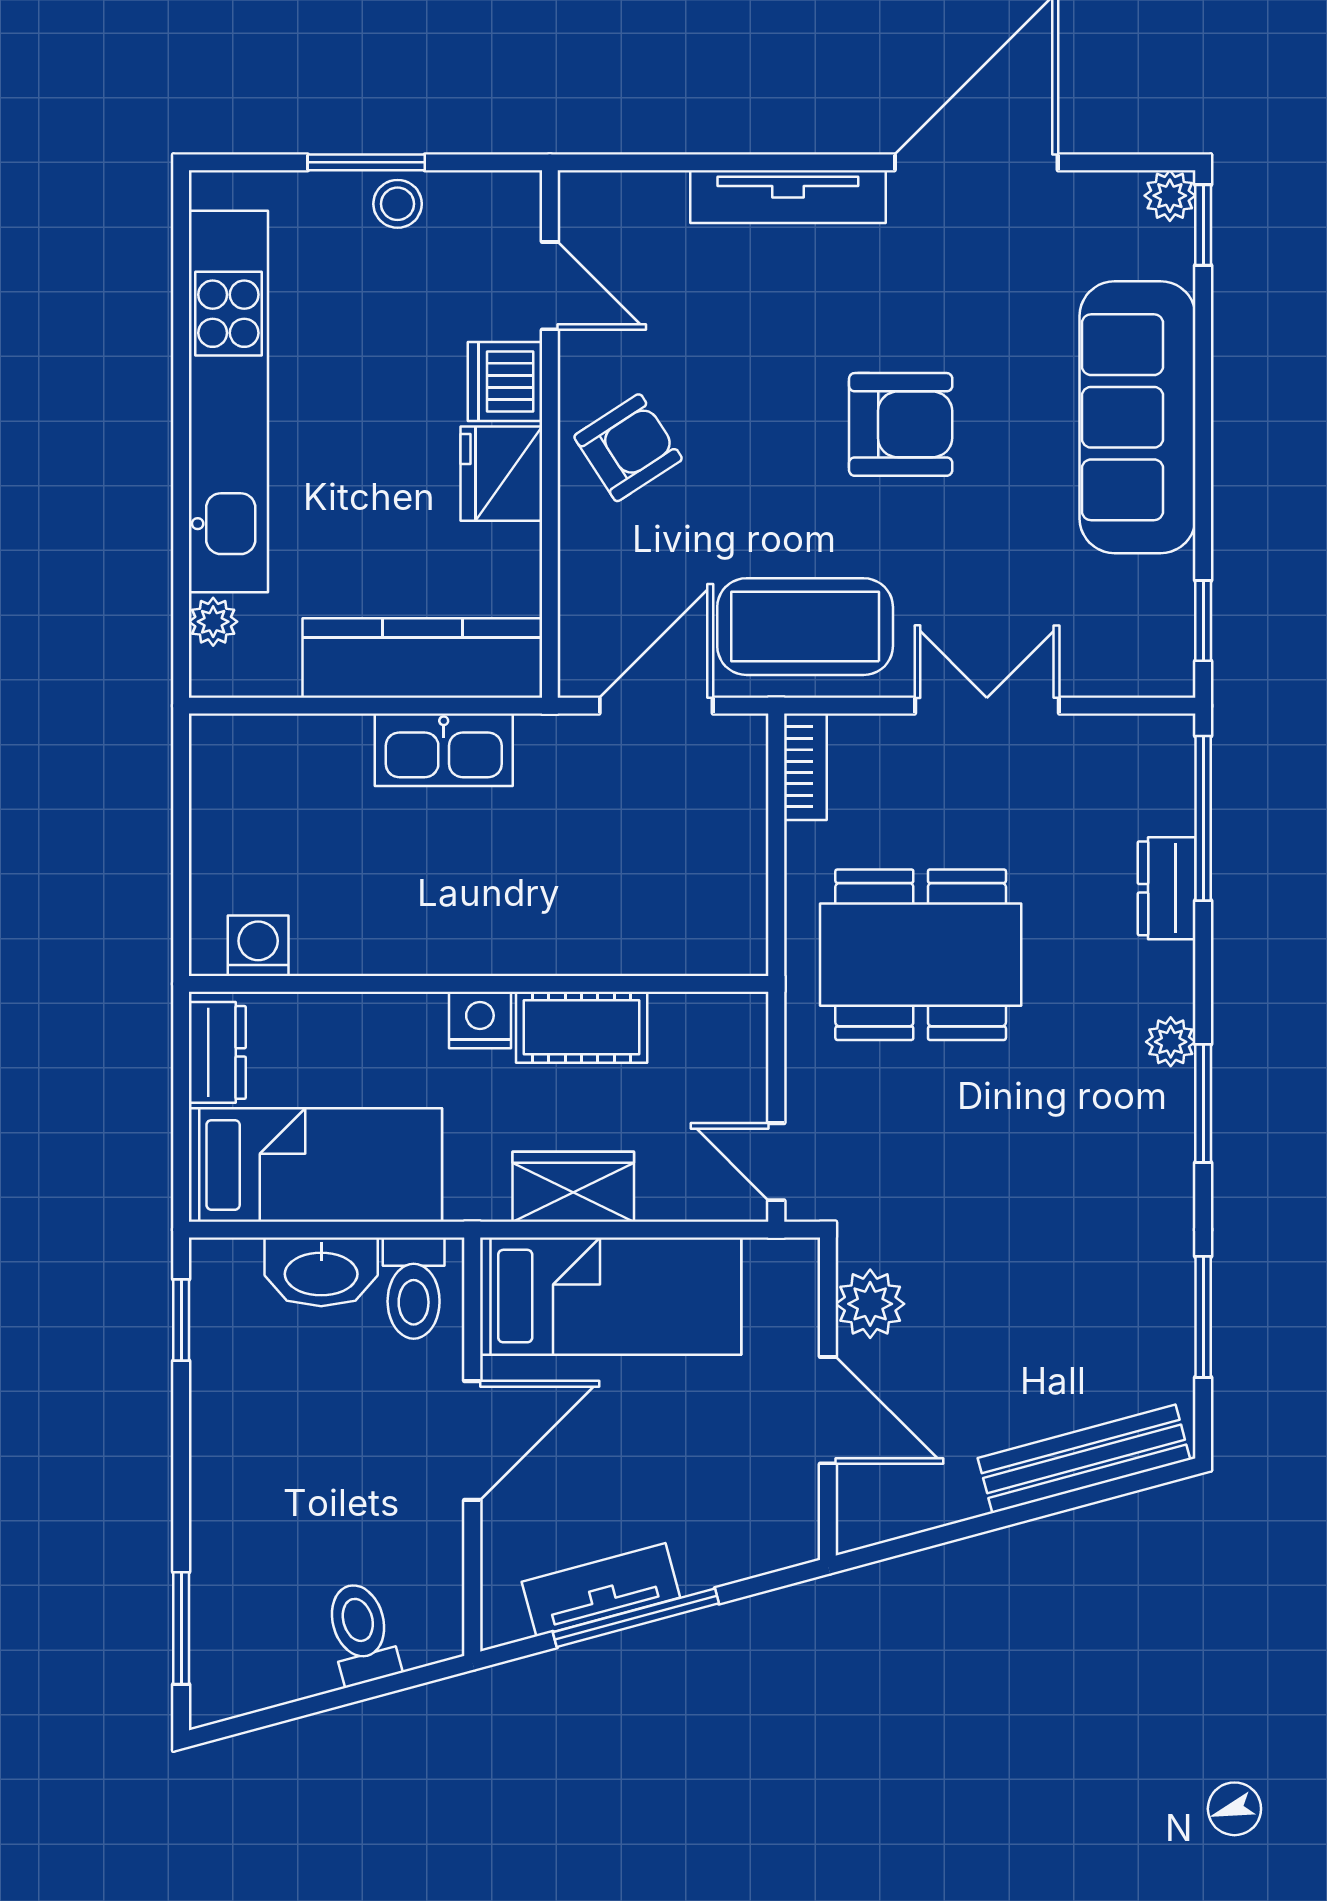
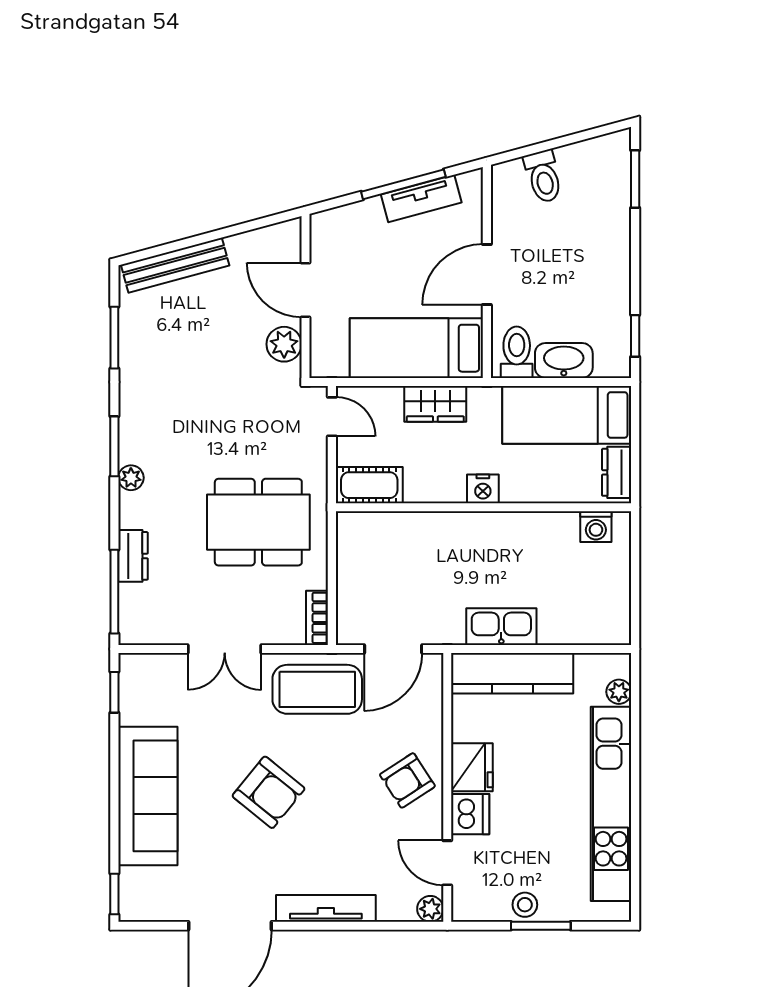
plant: (1170, 196) -> (430, 909), moved
armchair: (901, 424) -> (269, 792), turned -141
cot: (582, 1027) -> (369, 485), moved

